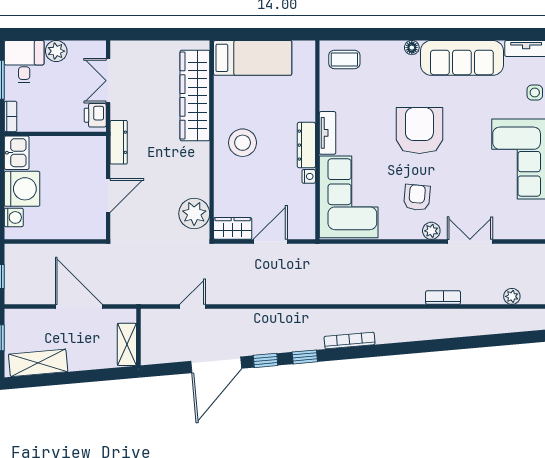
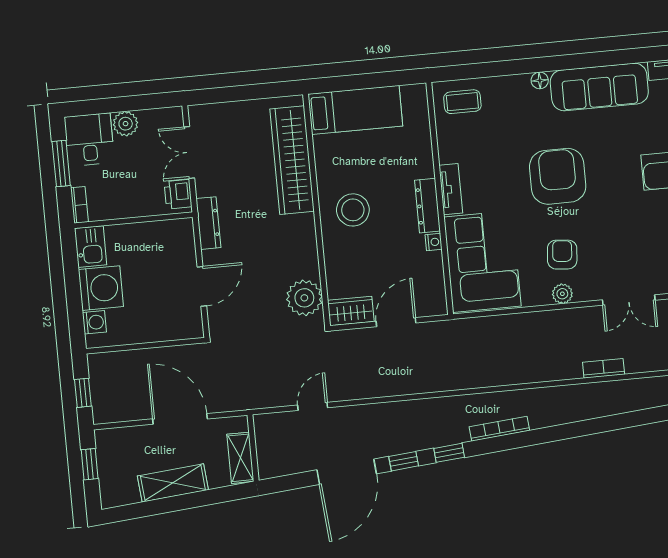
plant: (431, 231) -> (562, 294), moved
double door: (470, 241) -> (629, 300), swing flipped
shelving: (38, 363) -> (173, 483), moved

